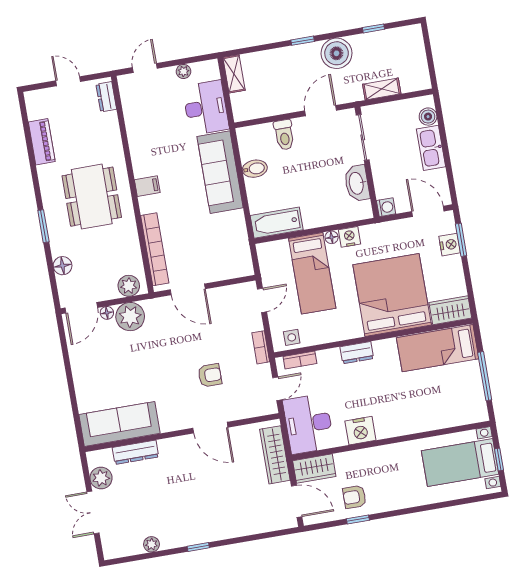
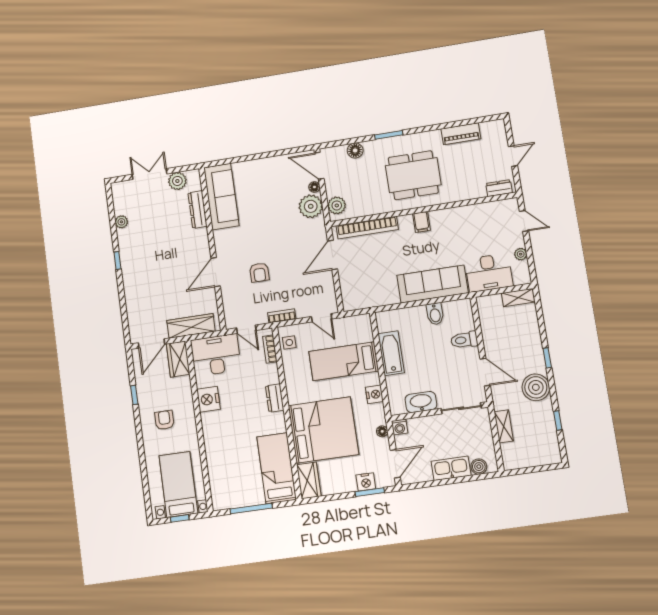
bathtub: (277, 223) -> (391, 353), moved
floor lamp: (332, 237) -> (382, 431), moved
armchair: (354, 497) -> (164, 420), moved

